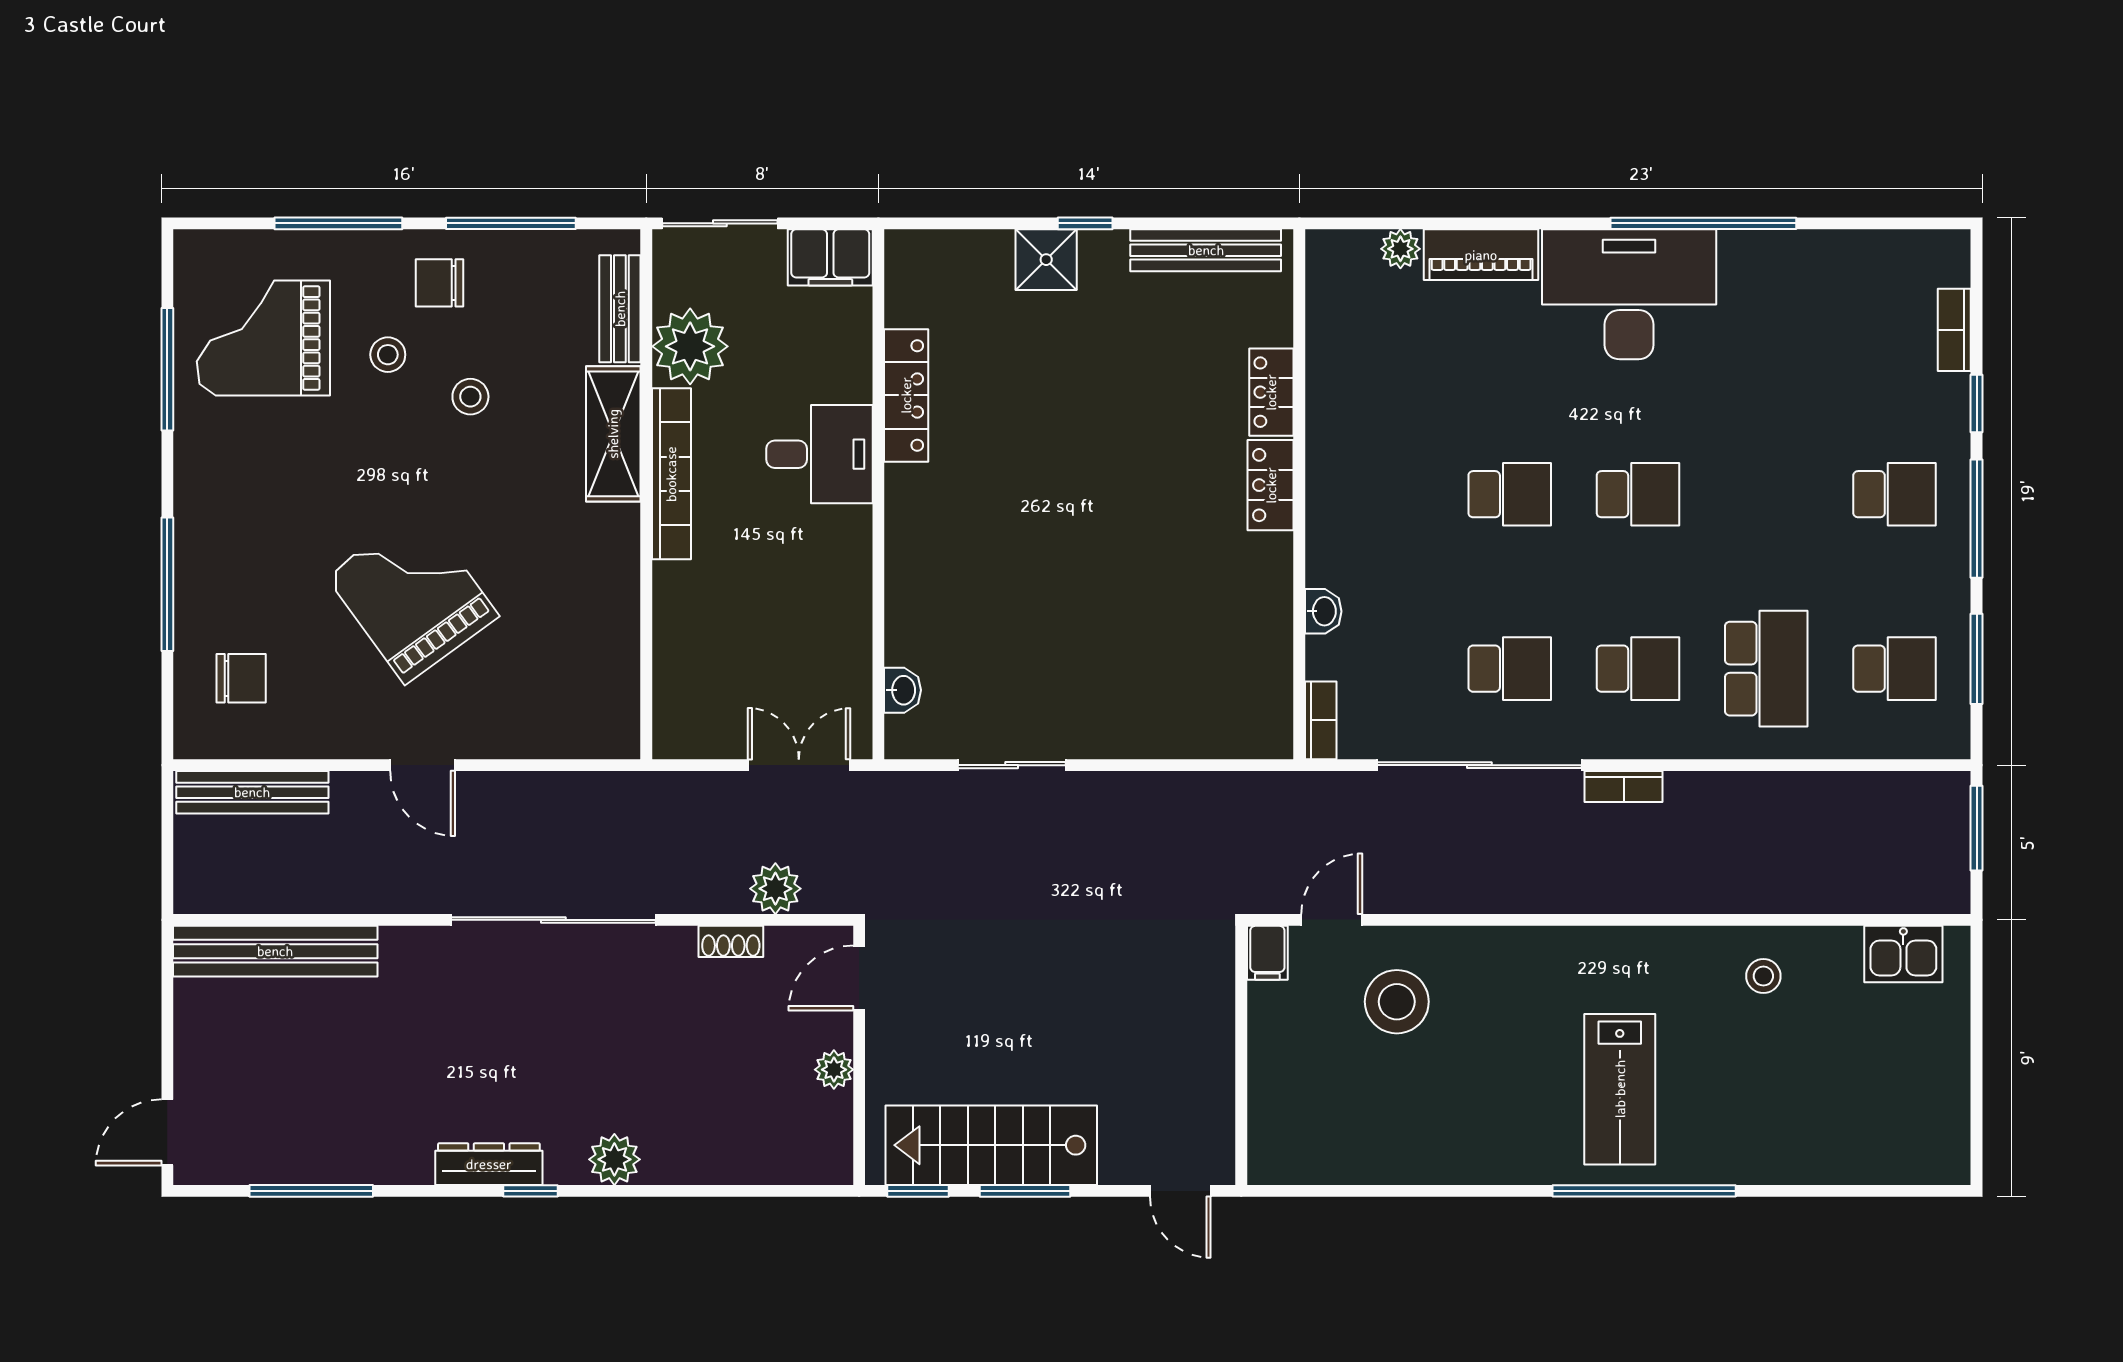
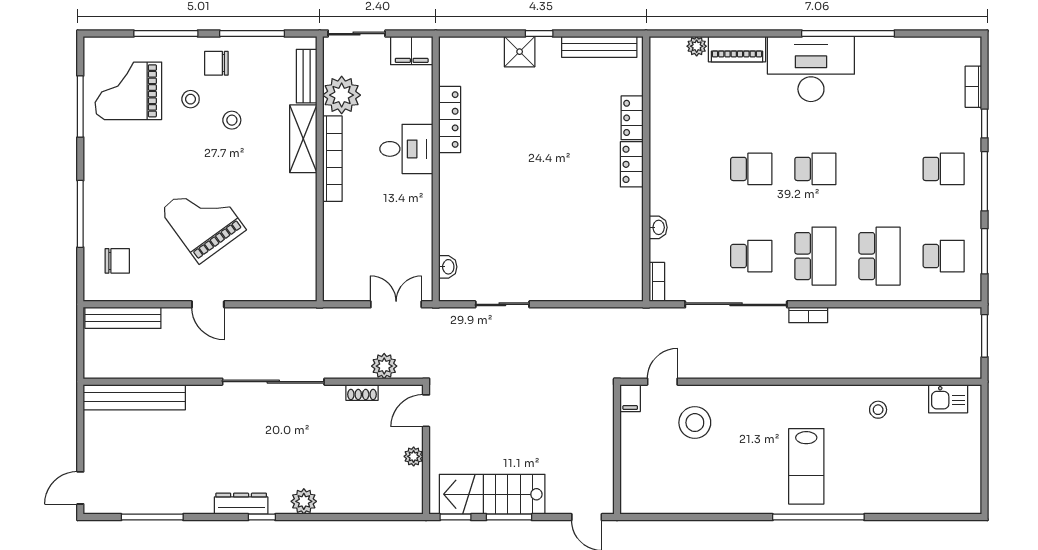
school desk: (1638, 669) -> (815, 256), width x1.85

